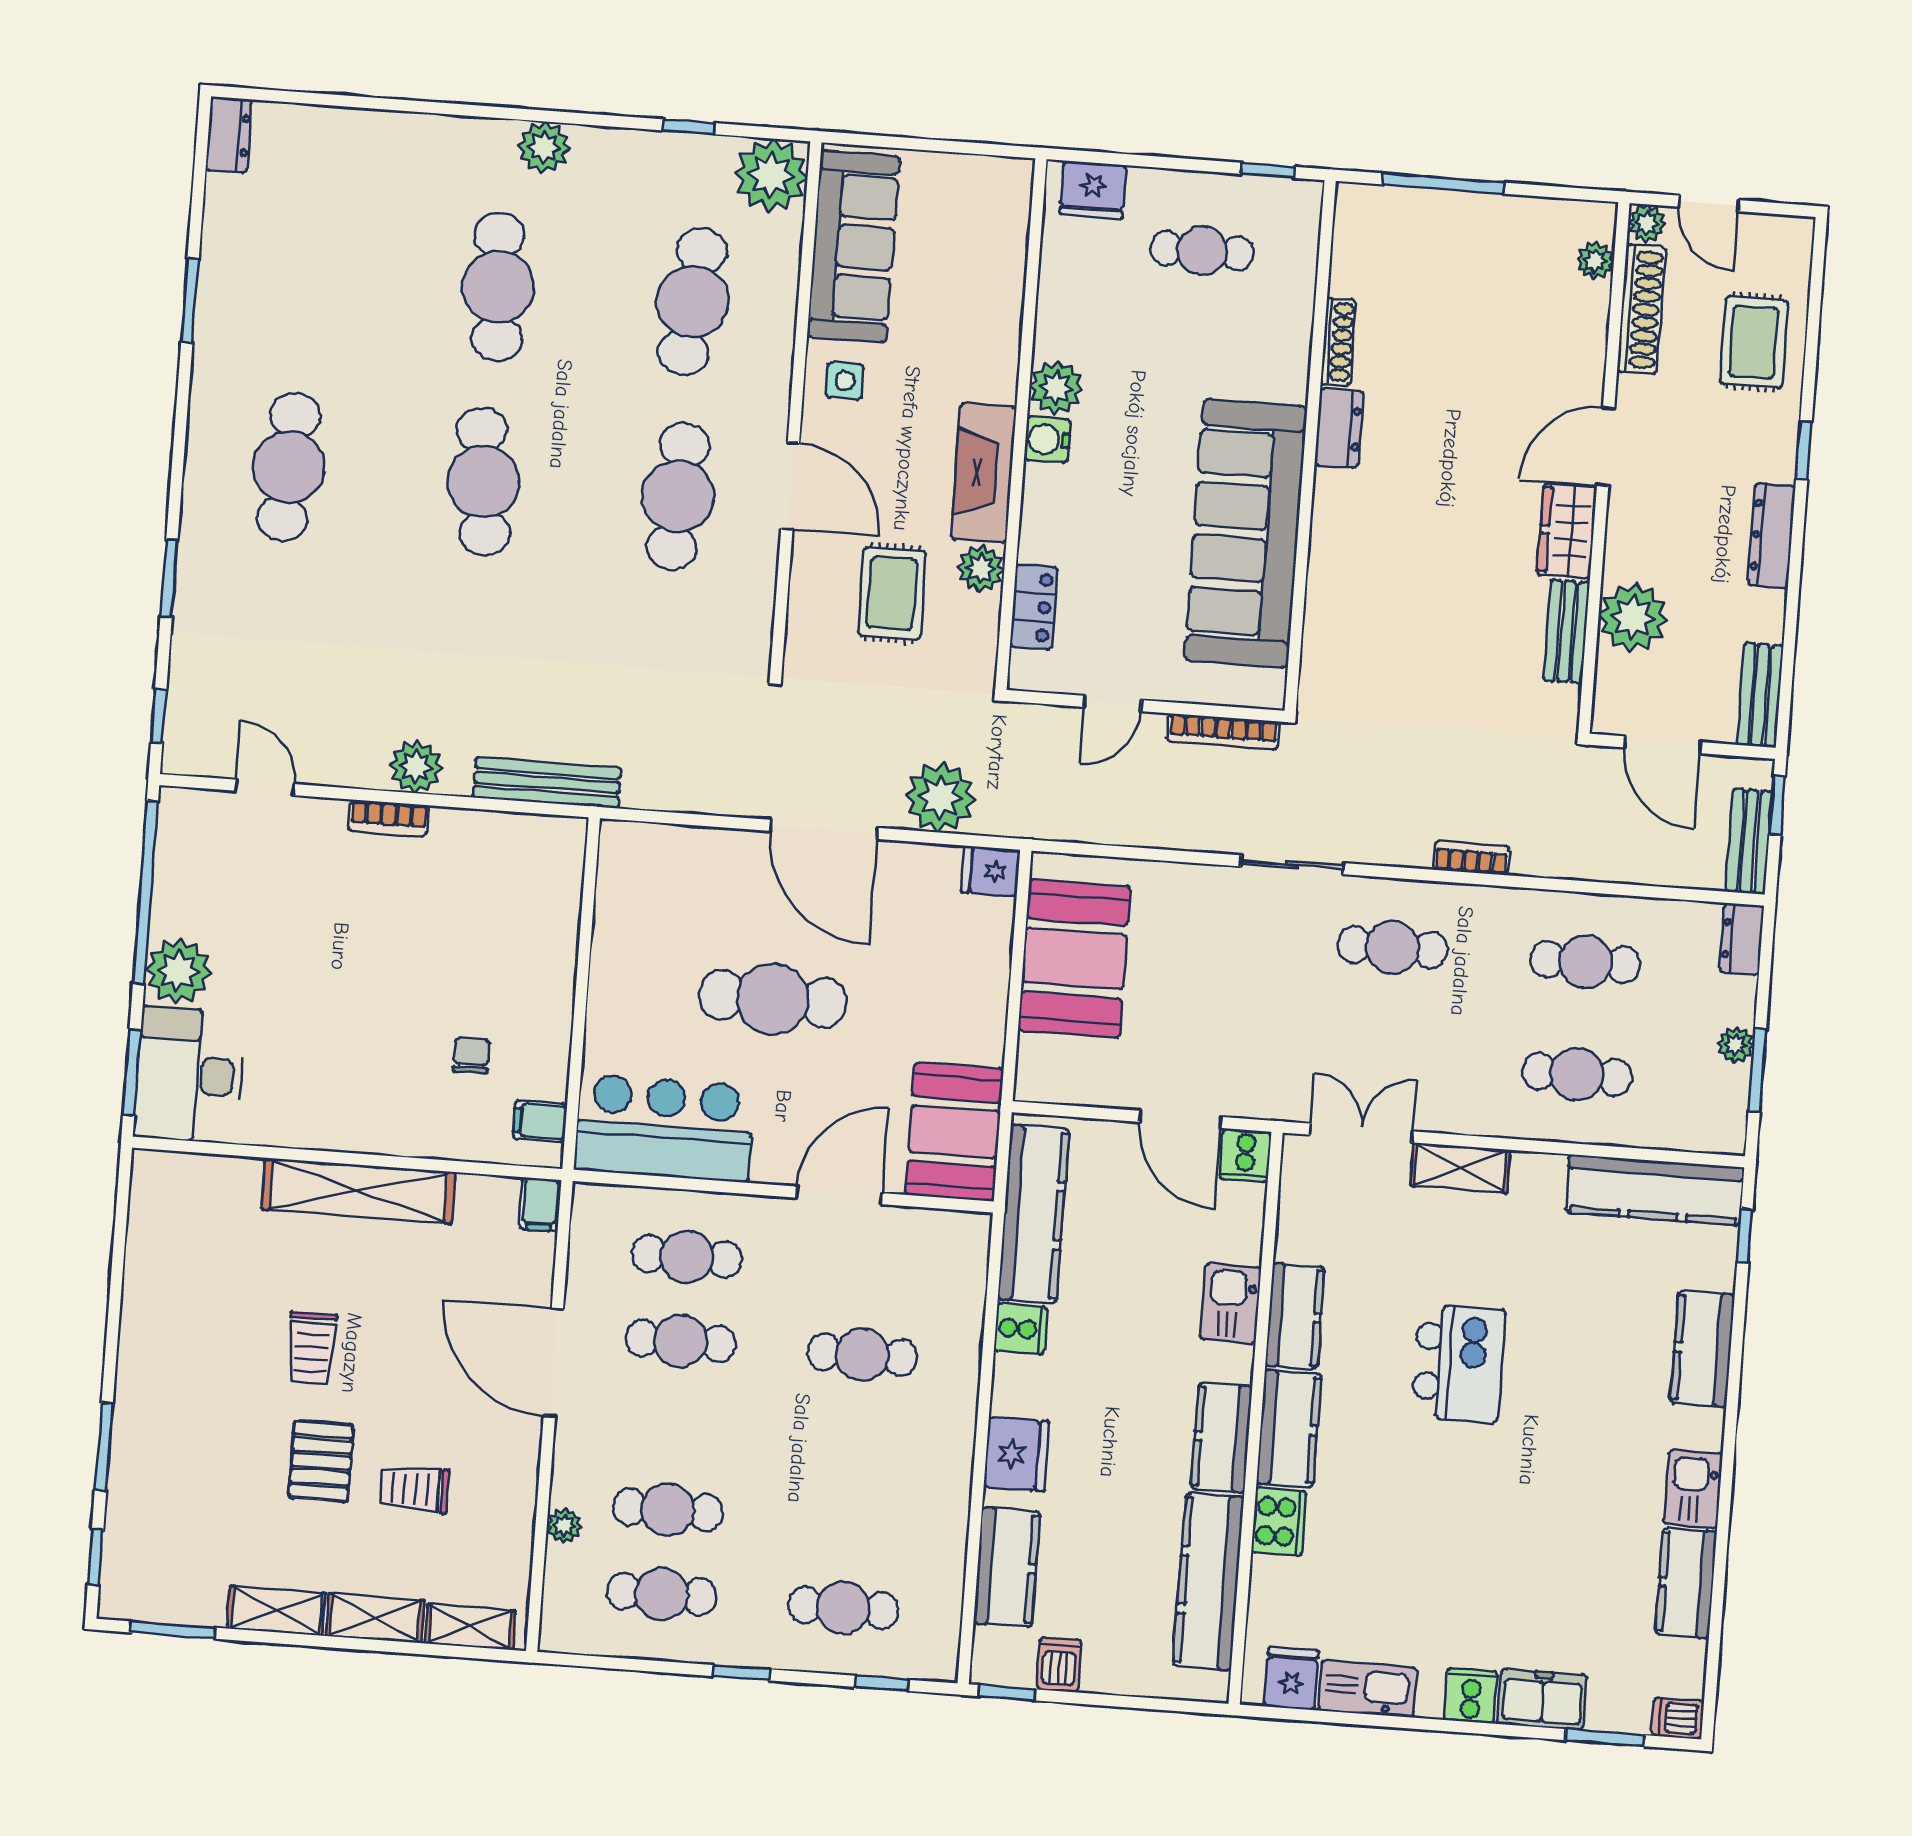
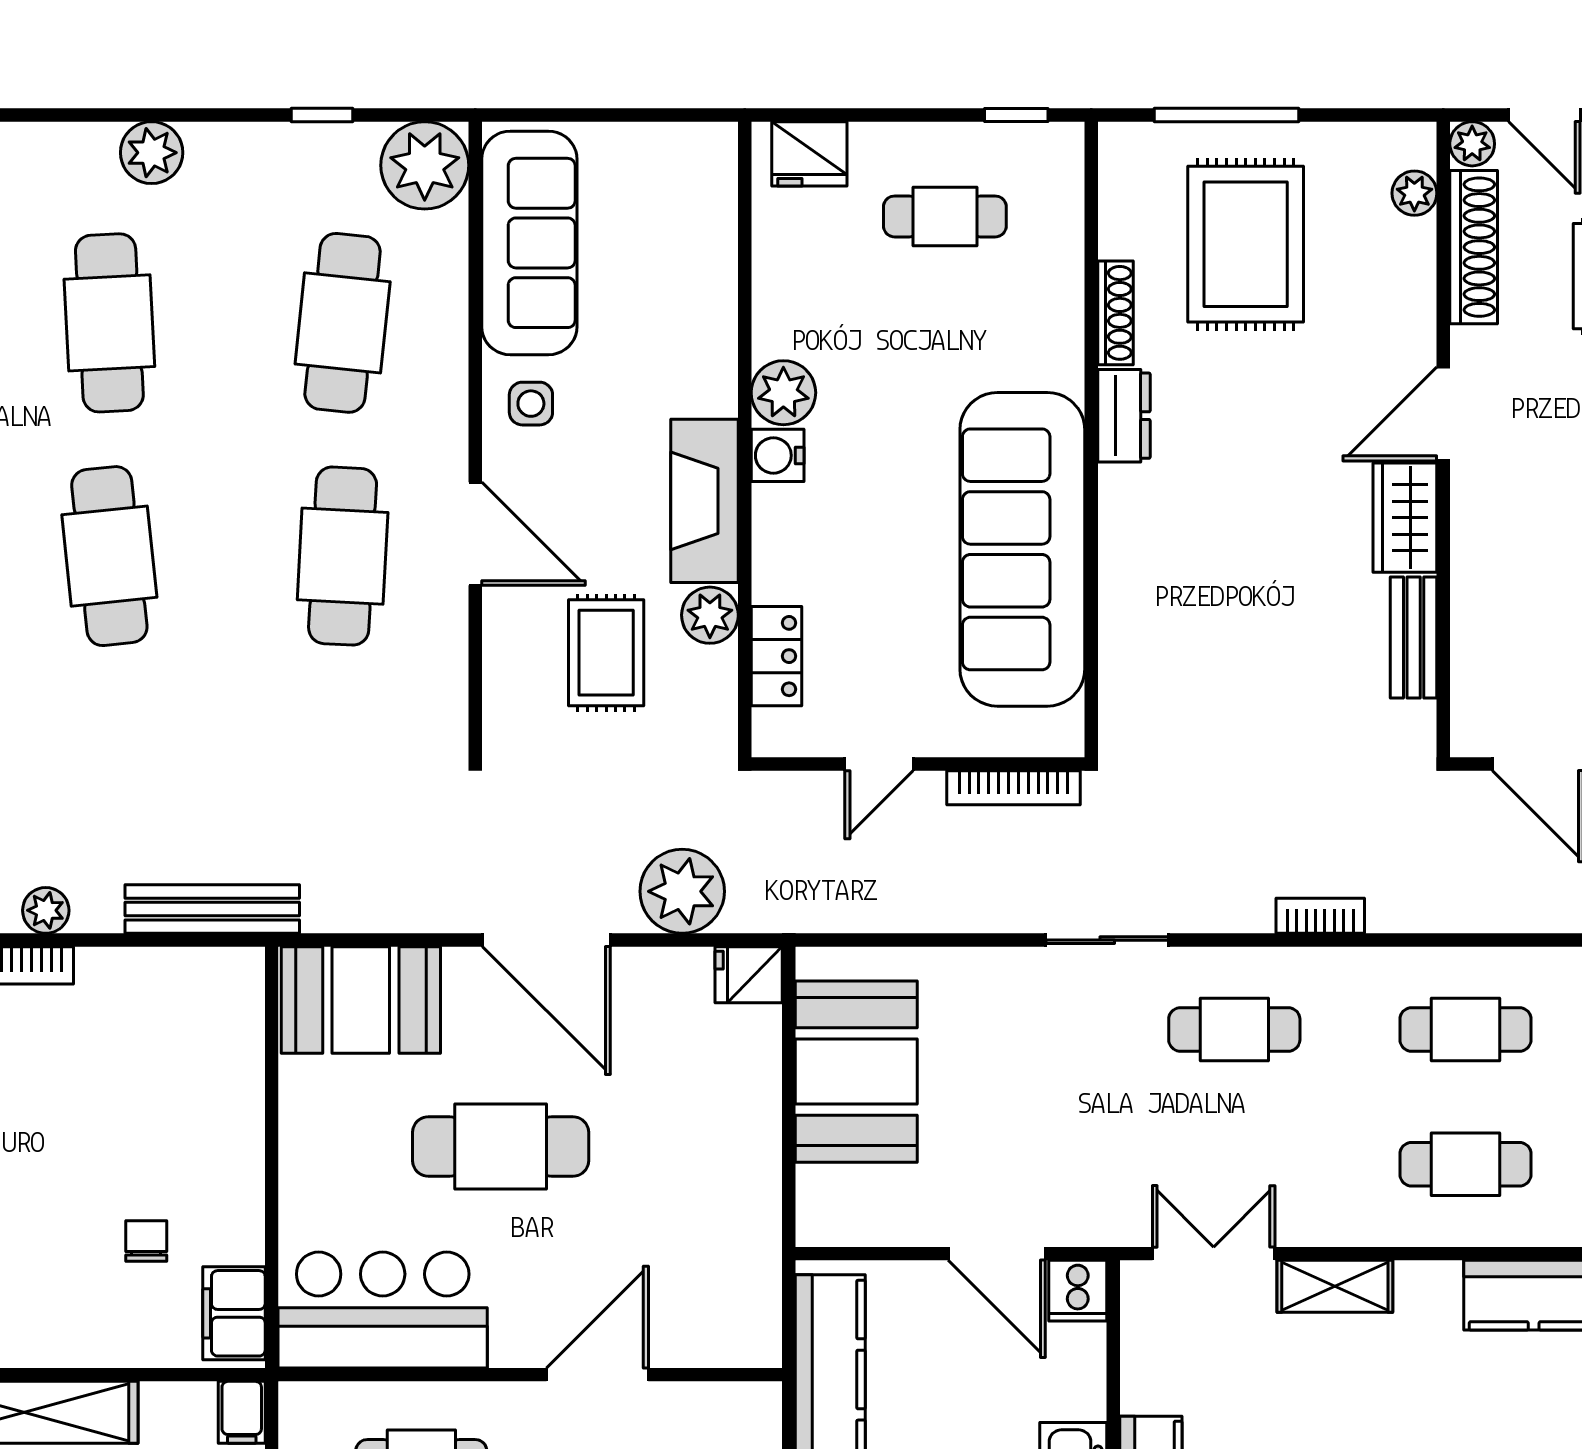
rug: (1451, 293) -> (1246, 244), added
plant: (1633, 617) -> (1491, 615), removed
plant: (416, 767) -> (46, 910), width x0.73, depth x0.73
filing cabinet: (540, 1121) -> (234, 1313), width x2.00
booth: (954, 1132) -> (361, 1000), moved, turned 90

